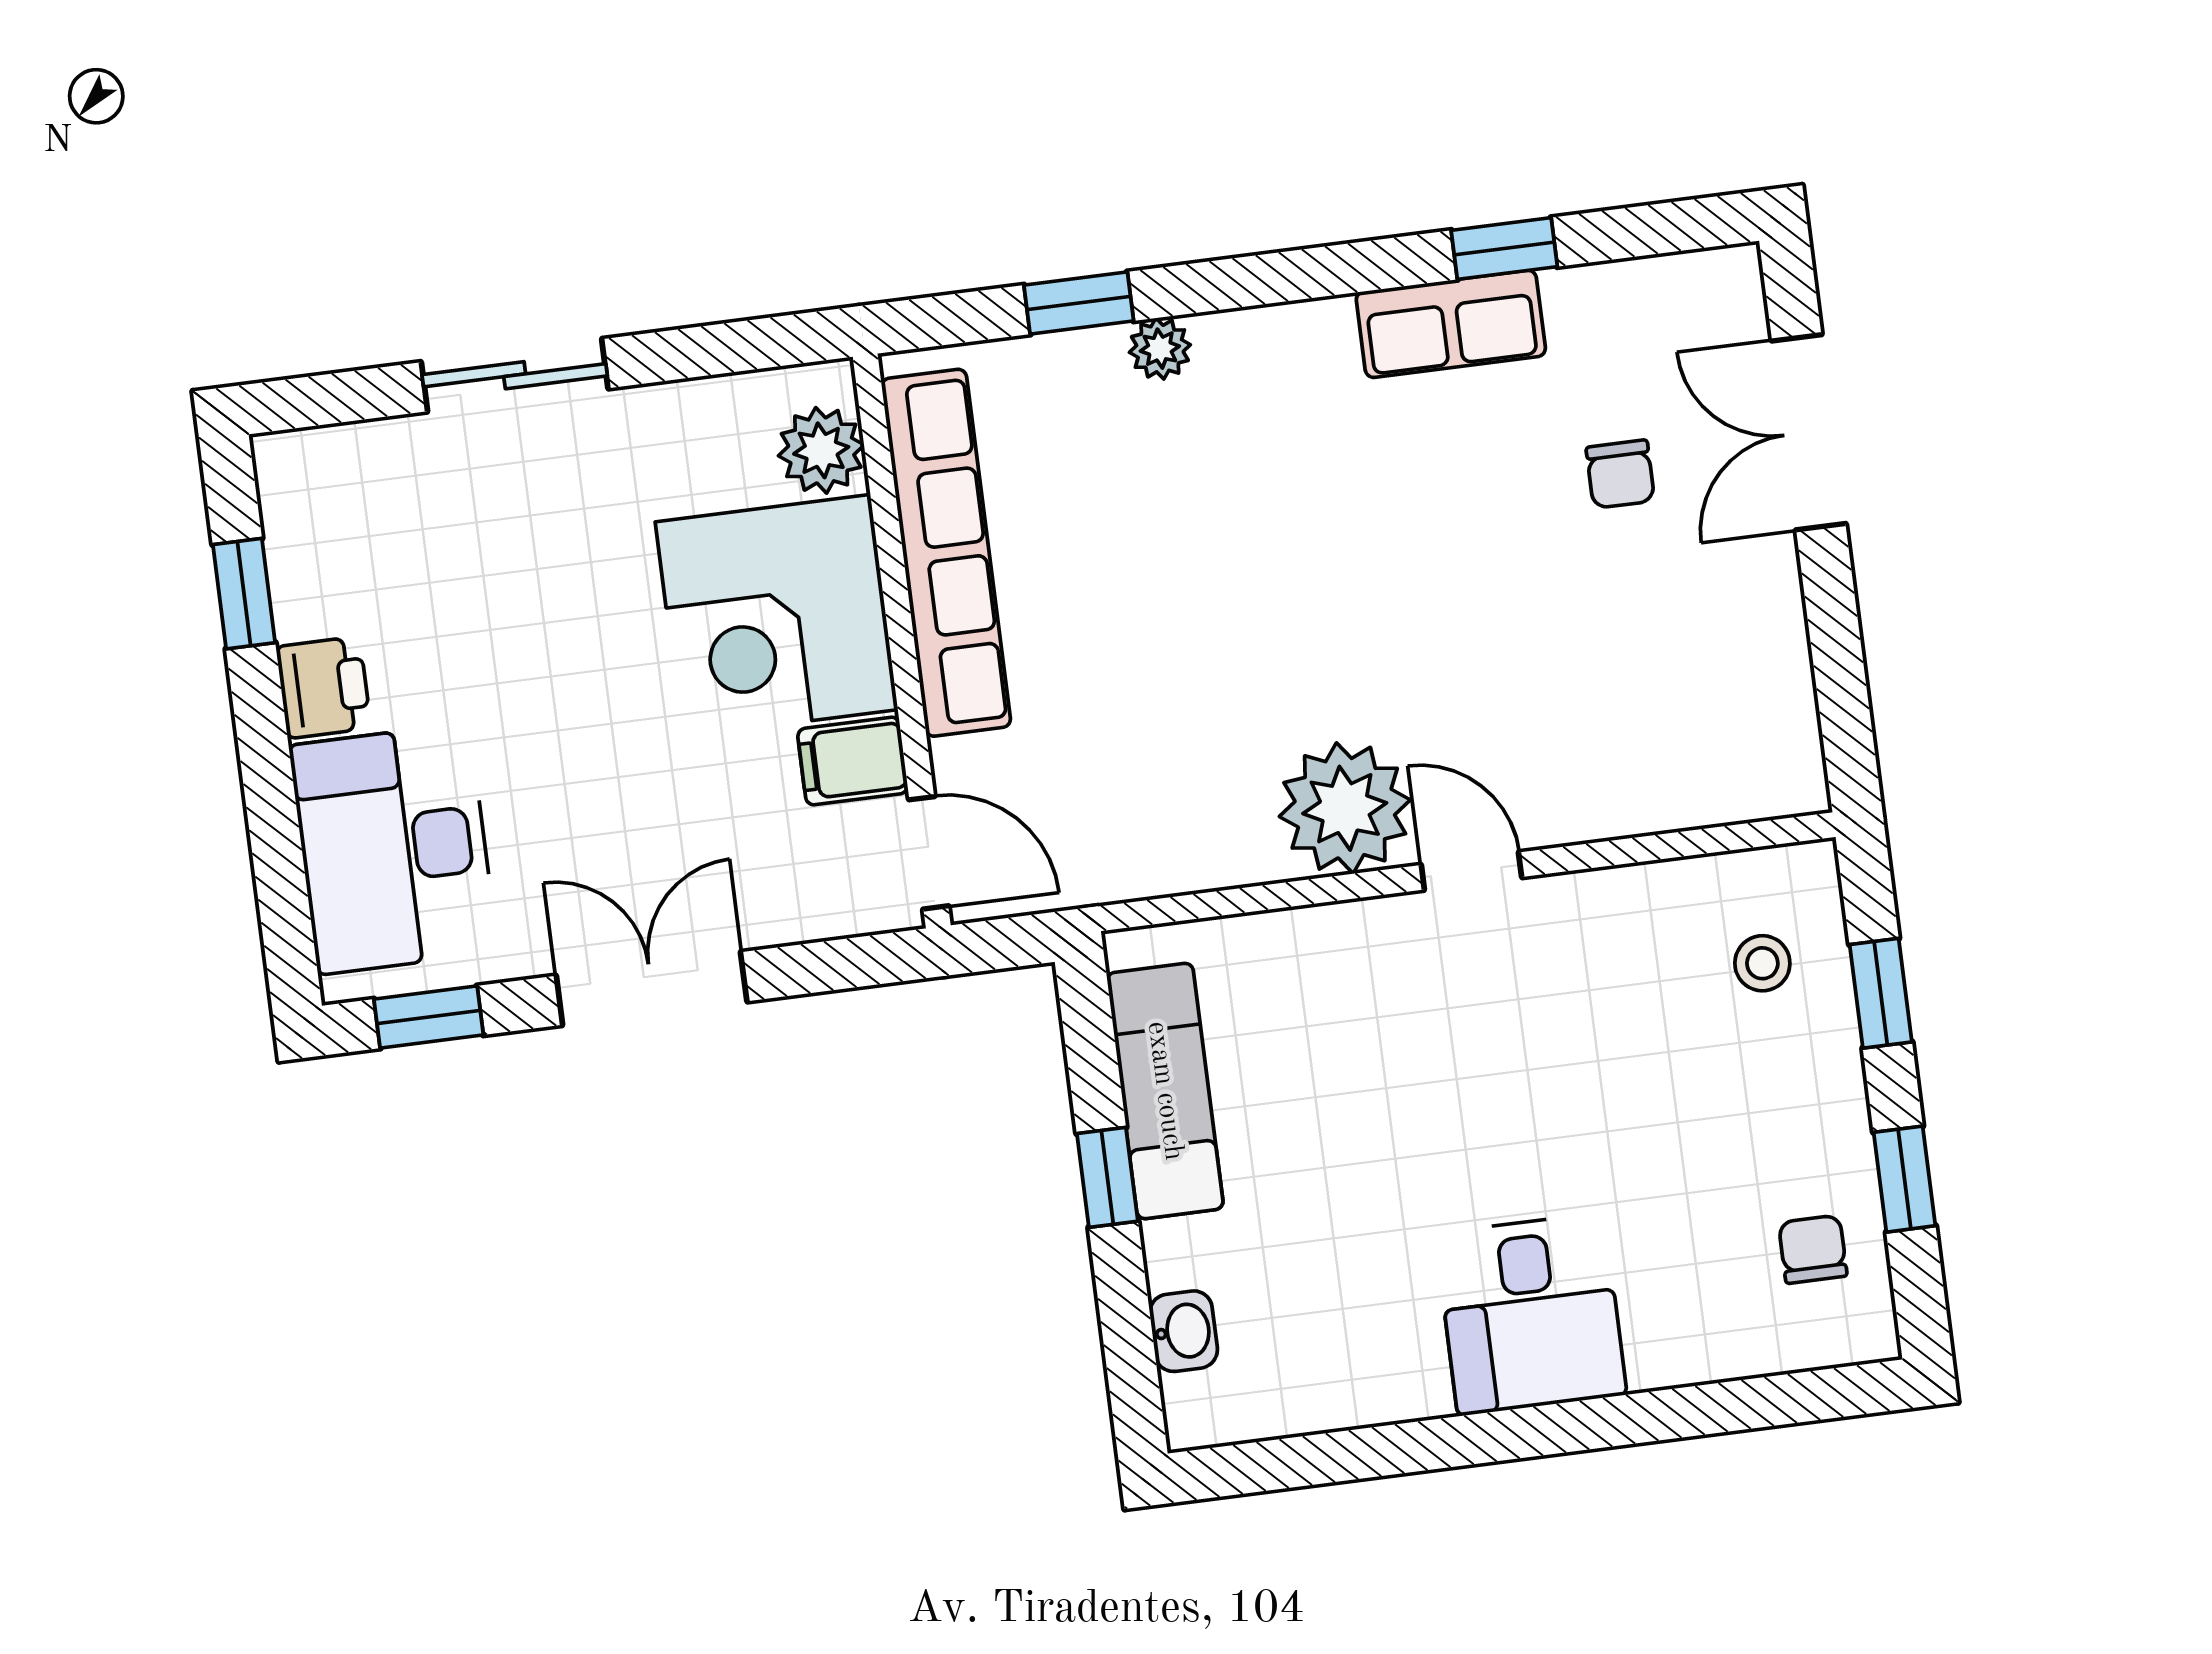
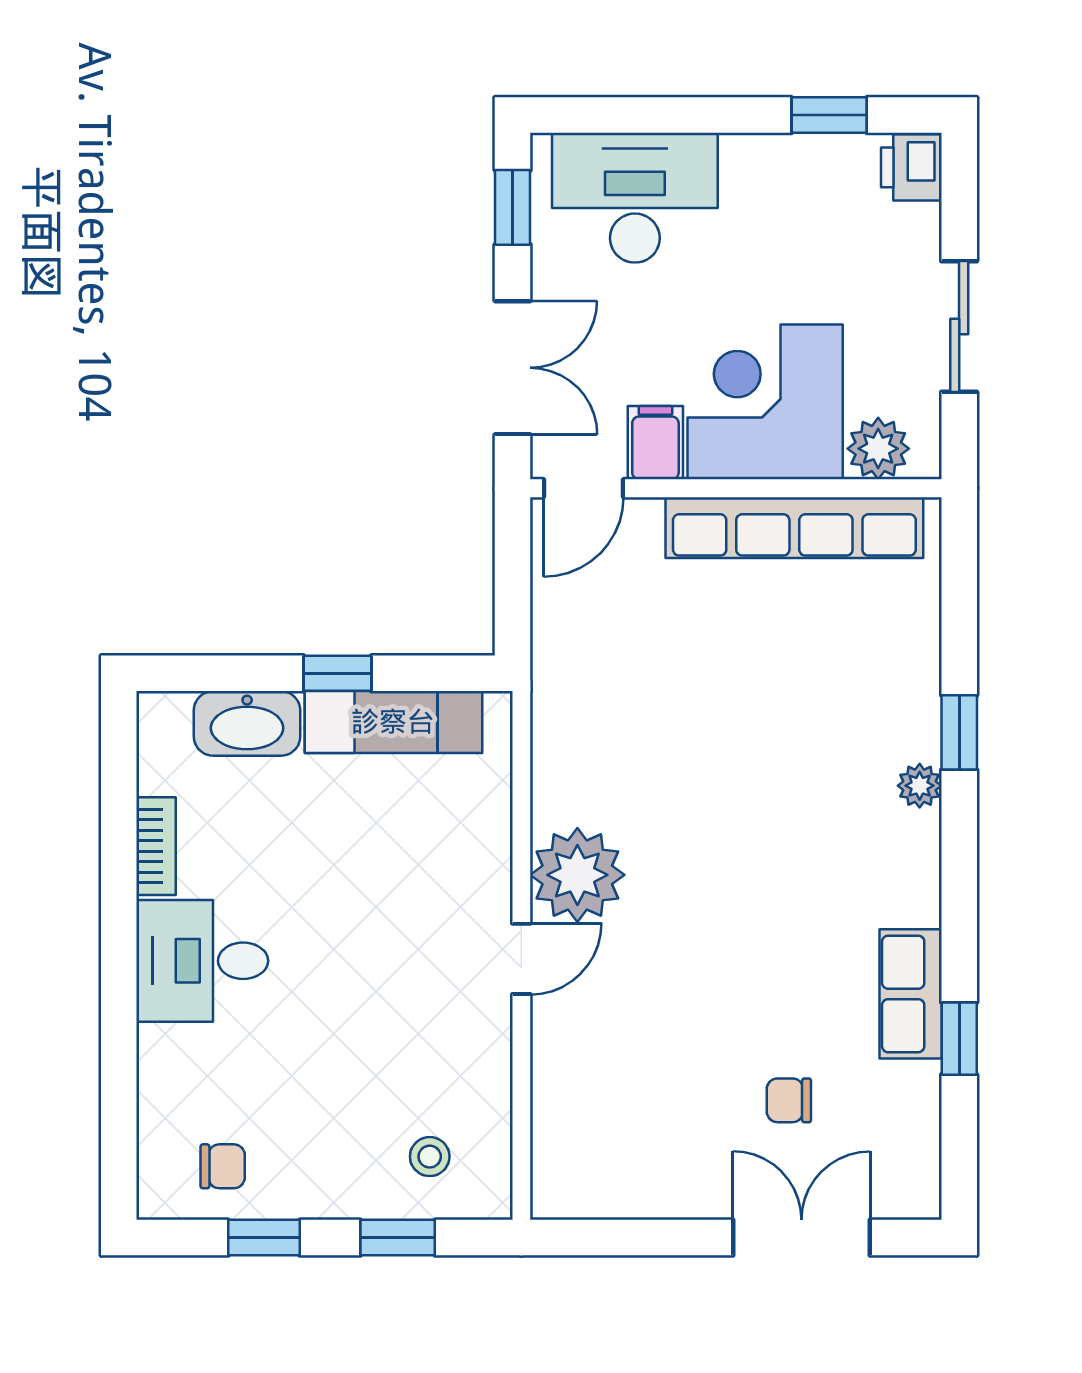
plant: (821, 450) -> (878, 449), moved
row of seats: (946, 553) -> (794, 528), moved
corner desk: (777, 616) -> (765, 402), moved
wall: (902, 641) -> (736, 488), moved
printer: (324, 687) -> (911, 167), moved, turned 90
filing cabinet: (853, 761) -> (655, 443), moved
door: (929, 853) -> (583, 488), moved
washbasin: (1184, 1331) -> (247, 723), width x1.91, depth x1.45
bookcase: (1380, 1399) -> (156, 846), added

